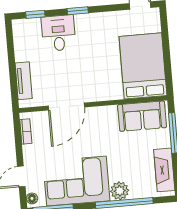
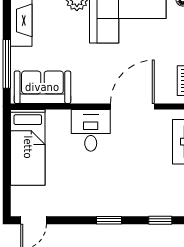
desk: (58, 33) -> (91, 130), moved, turned 180
bed: (143, 66) -> (28, 147), width x0.67

